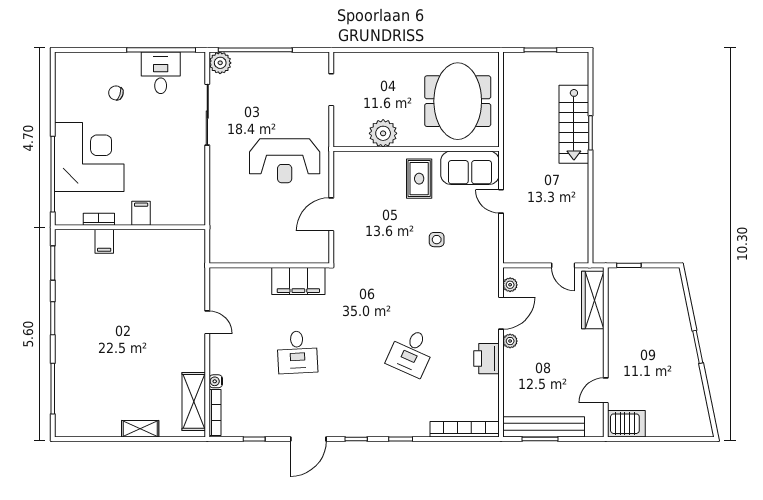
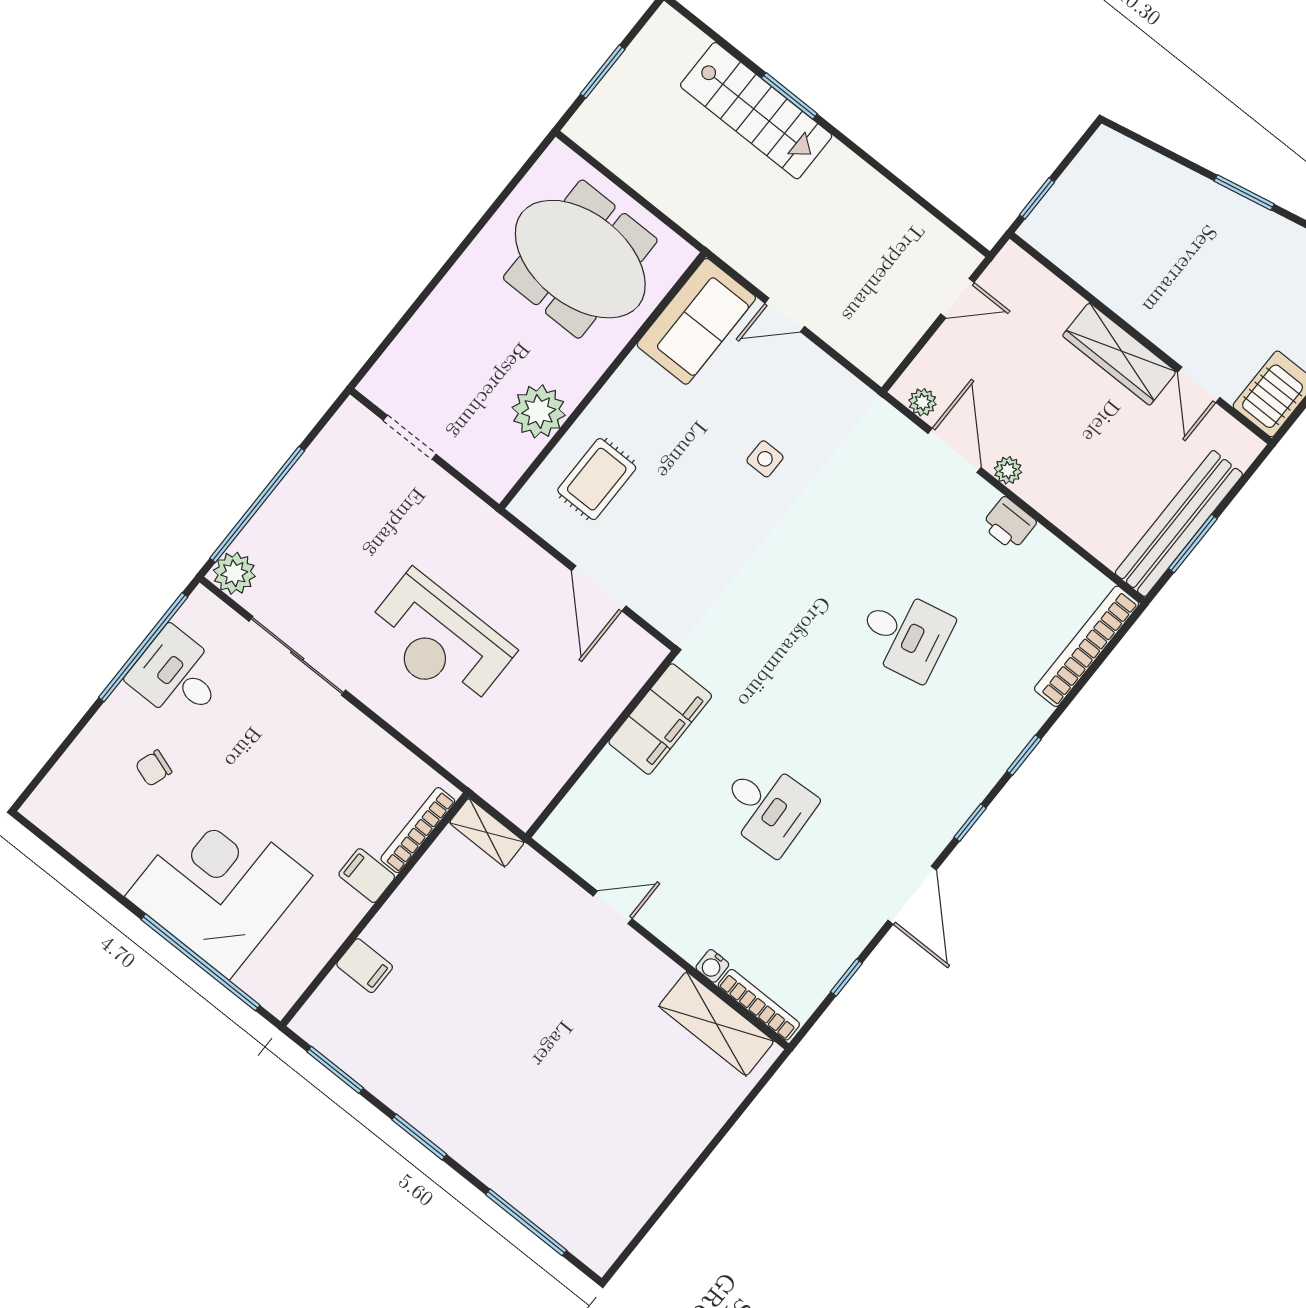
reception desk: (285, 161) -> (439, 641), moved, turned 90
rug: (419, 179) -> (597, 479), moved, turned 90
bookcase: (99, 219) -> (418, 830), moved, width x1.56
wardrobe: (593, 300) -> (1119, 354), moved
desk: (411, 352) -> (905, 634), turned -36
printer: (486, 359) -> (1009, 524), width x0.73, depth x0.81
shelving: (140, 429) -> (487, 833), moved, turned 90

